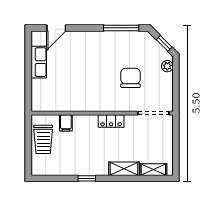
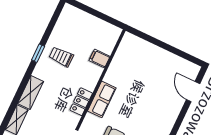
row of seats: (39, 62) -> (102, 99), moved, turned -90
trolley: (43, 139) -> (61, 57), moved, width x0.73, depth x0.72

